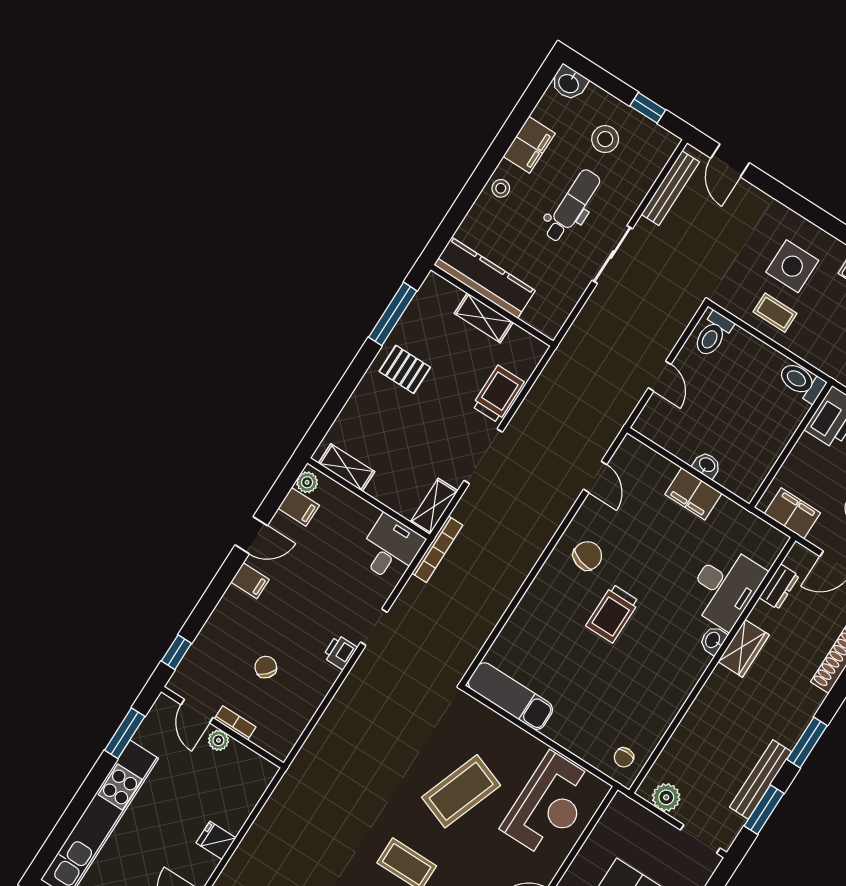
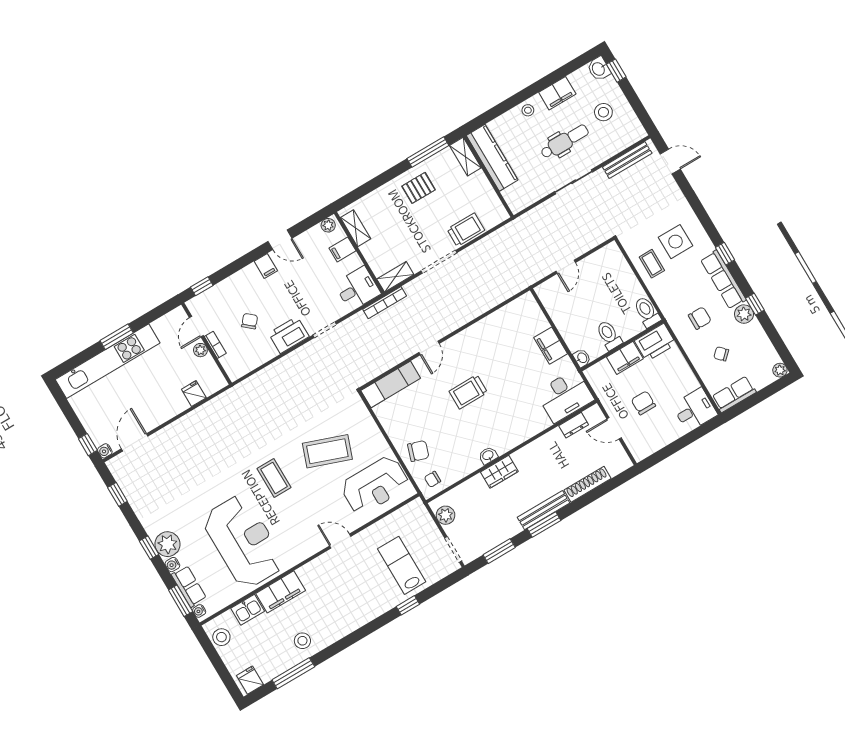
window: (648, 108) -> (616, 71), moved
door: (730, 160) -> (670, 161), swing flipped
shelving: (484, 318) -> (465, 157), moved
toilet: (713, 334) -> (609, 335), moved, turned 90
pallet: (405, 369) -> (419, 188), turned 90
washbasin: (707, 465) -> (582, 358), moved
door: (595, 477) -> (429, 348), moved
filing cabinet: (299, 507) -> (343, 249), moved, turned 90
filing cabinet: (792, 513) -> (625, 358), moved, turned 90
chair: (587, 556) -> (418, 451), moved
desk: (725, 587) -> (565, 396), moved
washbasin: (713, 640) -> (488, 456), moved
wardrobe: (744, 648) -> (499, 472), moved
printer: (340, 652) -> (289, 335), width x1.87, depth x1.48
exam couch: (510, 696) -> (391, 384), moved, turned 90
window: (125, 733) -> (117, 337), moved
bench: (761, 779) -> (544, 510), moved
fridge: (216, 840) -> (194, 393), moved

